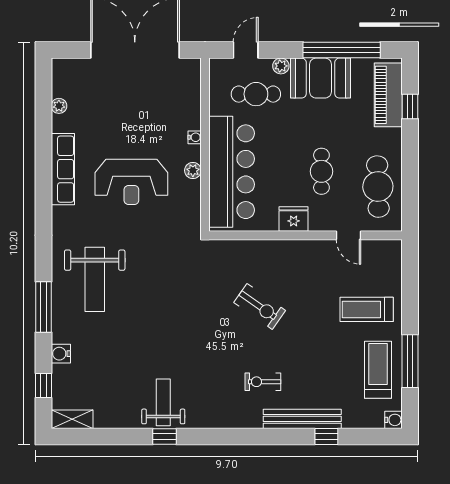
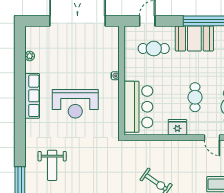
plant: (281, 66) -> (169, 31), removed
plant: (193, 170) -> (114, 97), removed
bar counter: (232, 172) -> (138, 107), width x0.73
weight bench: (95, 279) -> (52, 165), width x0.73, depth x0.75

